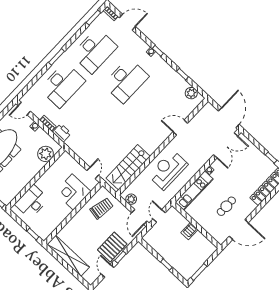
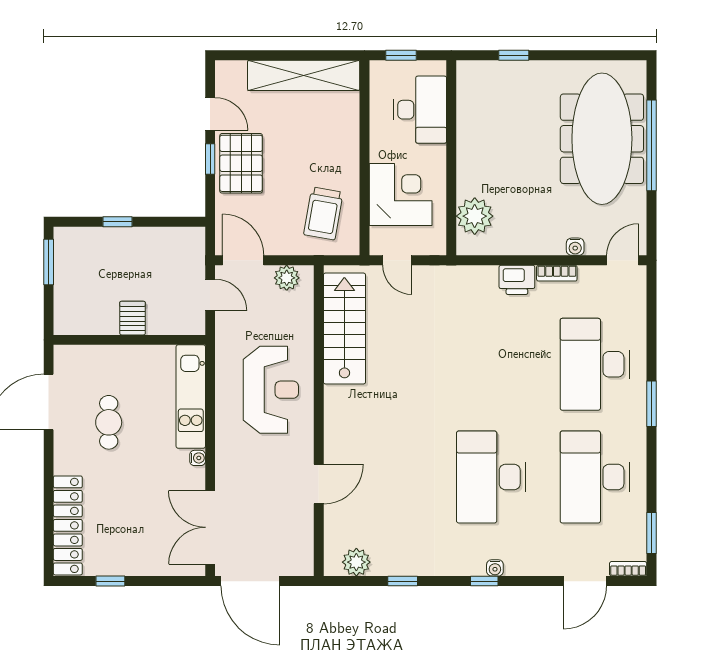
plant: (46, 154) -> (475, 216), moved
wall: (36, 178) -> (451, 158), moved
desk: (32, 202) -> (420, 110), moved

